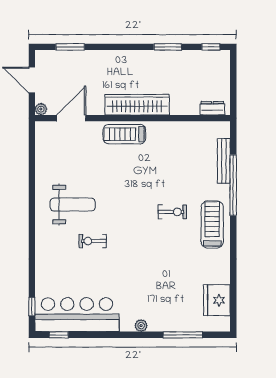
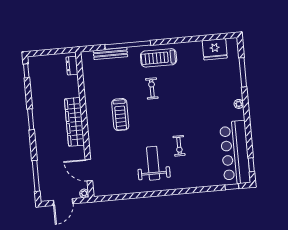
window: (70, 47) -> (36, 176), width x1.44
window: (168, 47) -> (31, 119), moved
treadmill: (124, 134) -> (120, 115), moved

